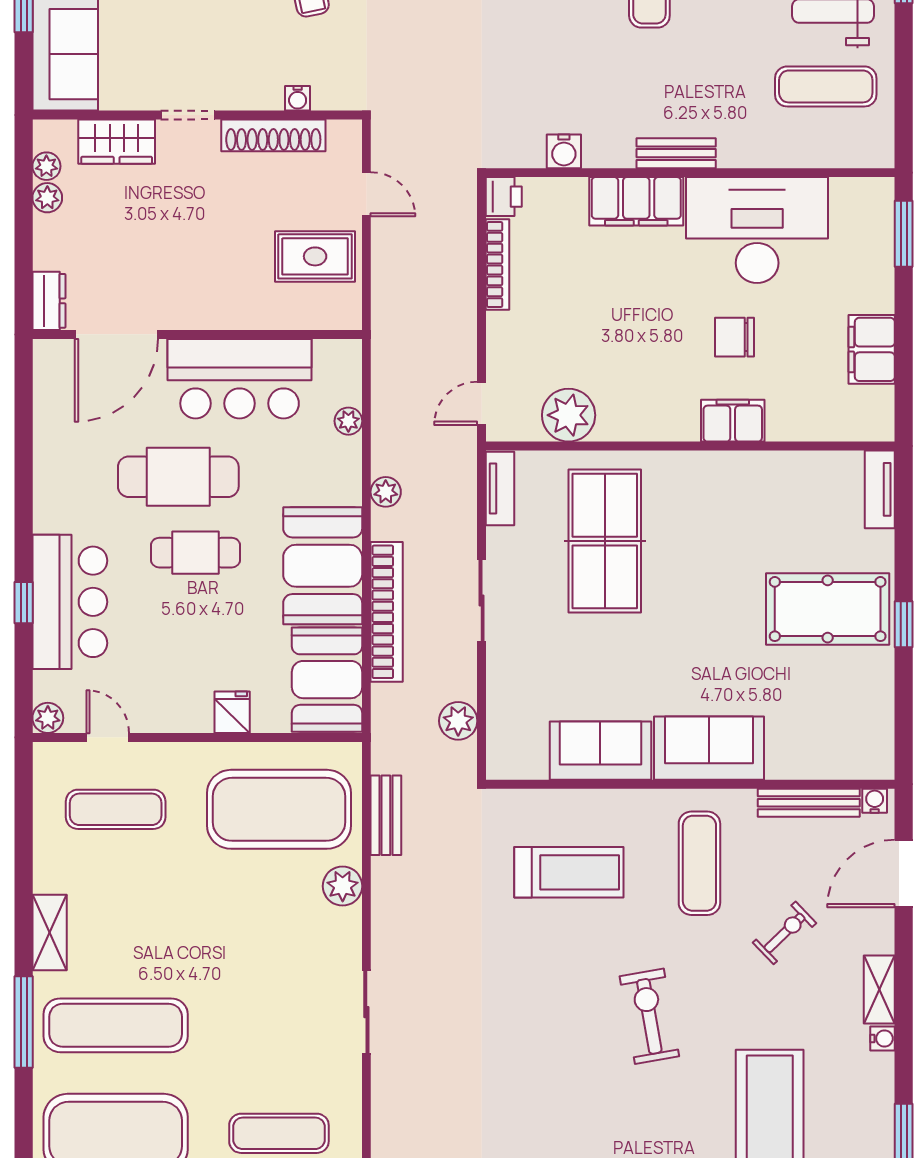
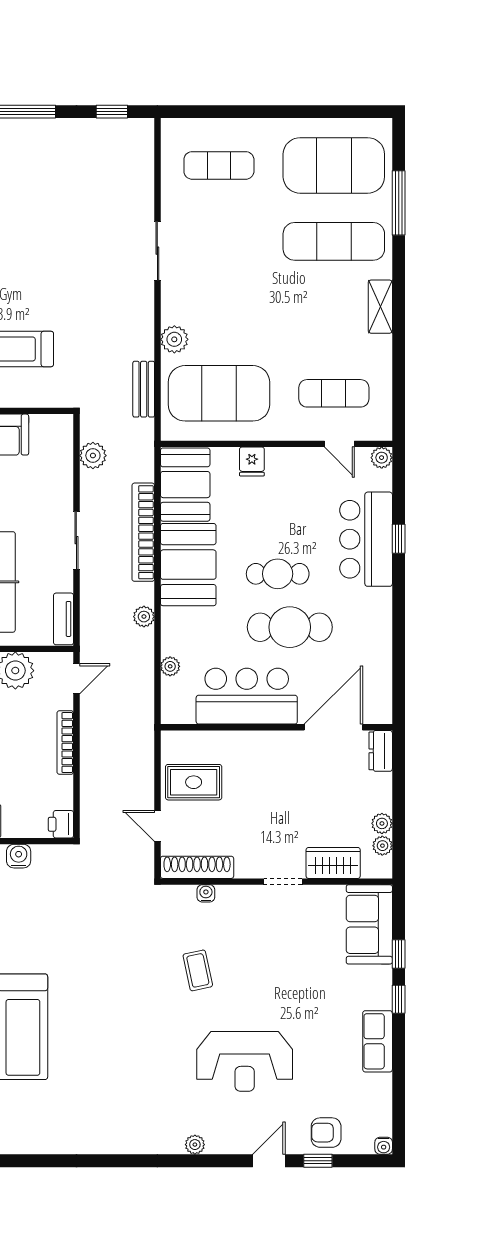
shoe rack: (273, 135) -> (197, 867), moved
bookcase: (497, 265) -> (65, 743), moved
window: (24, 1022) -> (399, 203), moved

